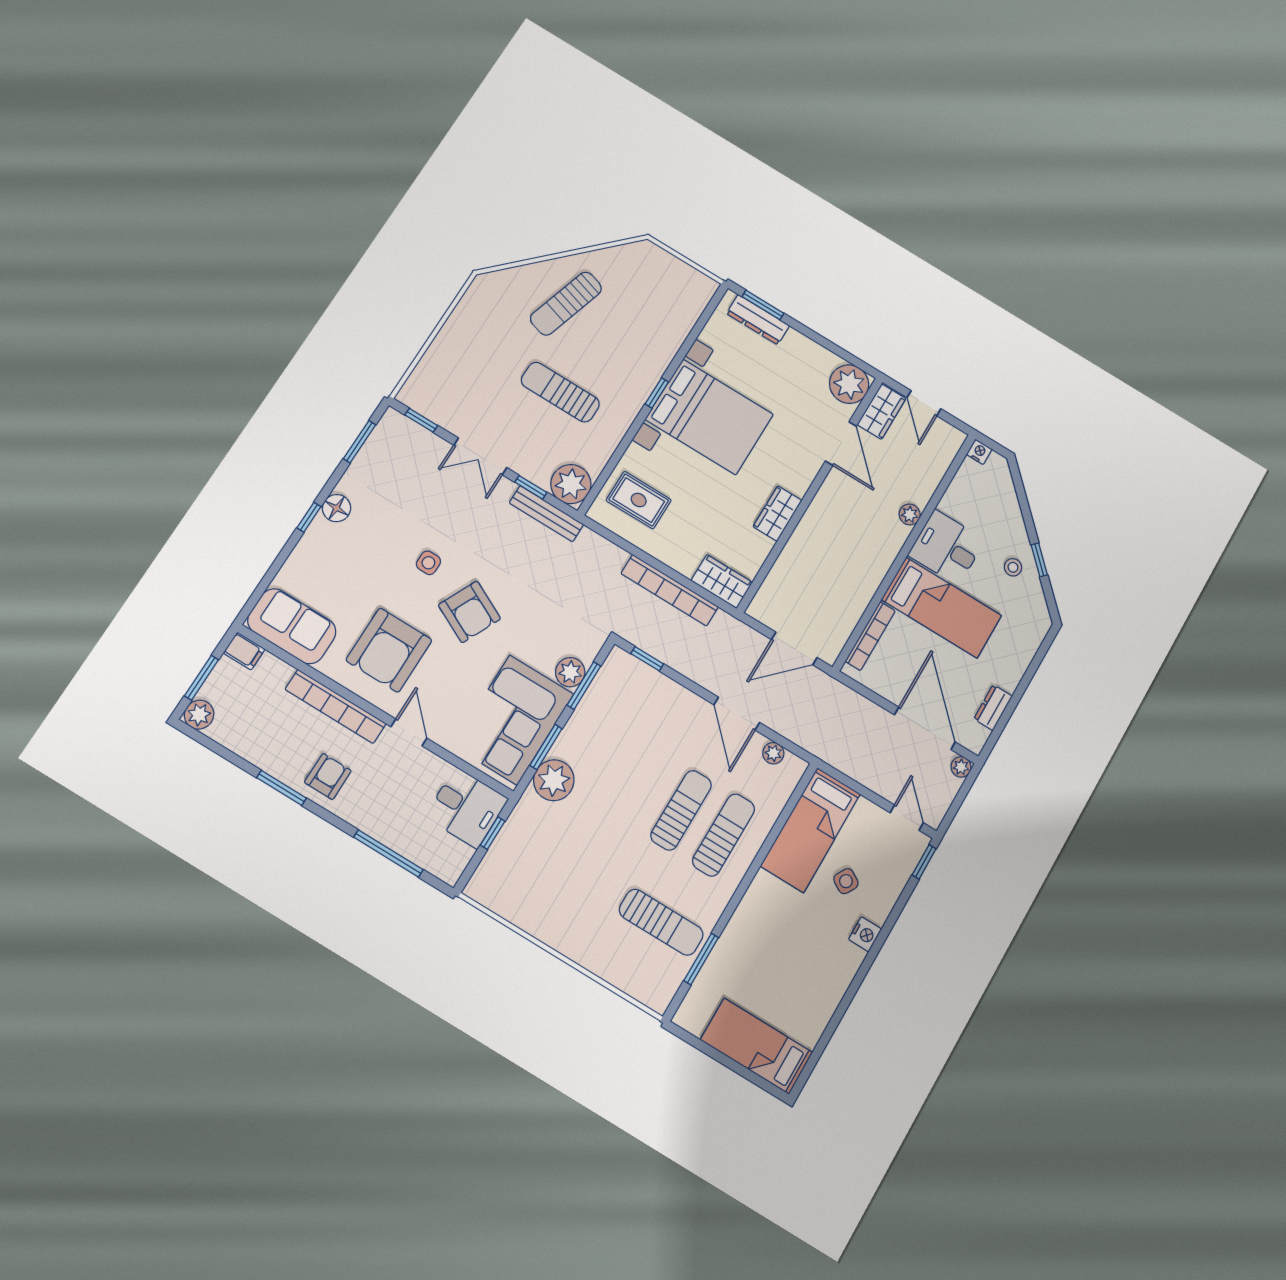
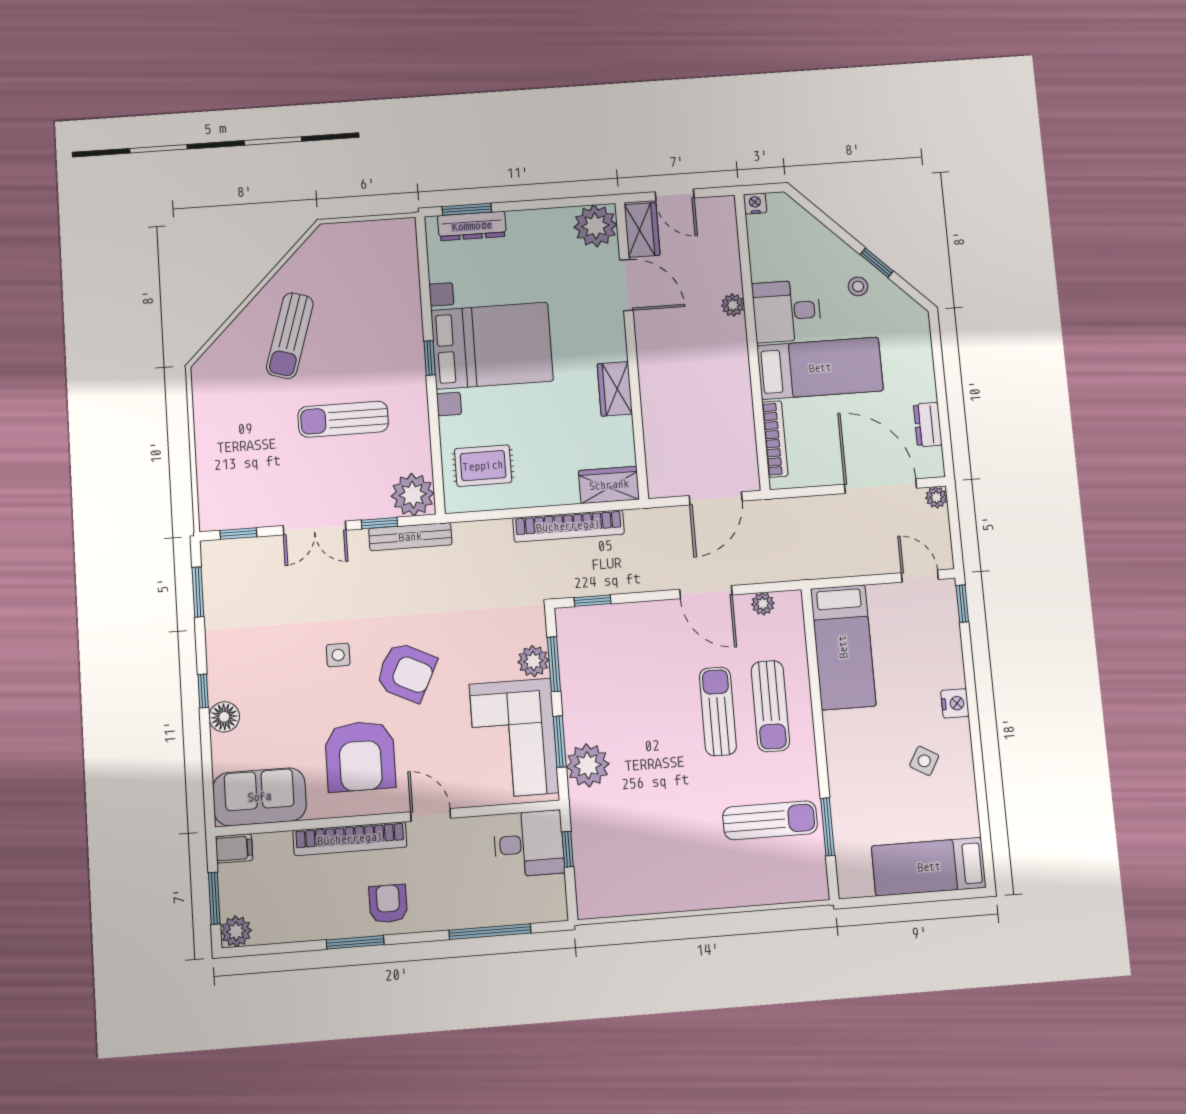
floor lamp: (337, 508) -> (224, 717), moved
sun lounger: (724, 835) -> (770, 706), turned 180
side table: (846, 881) -> (924, 761), moved

